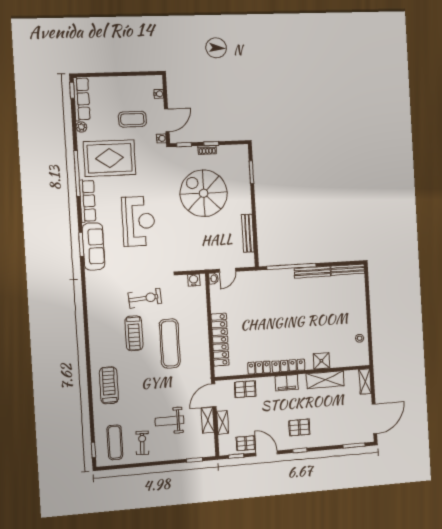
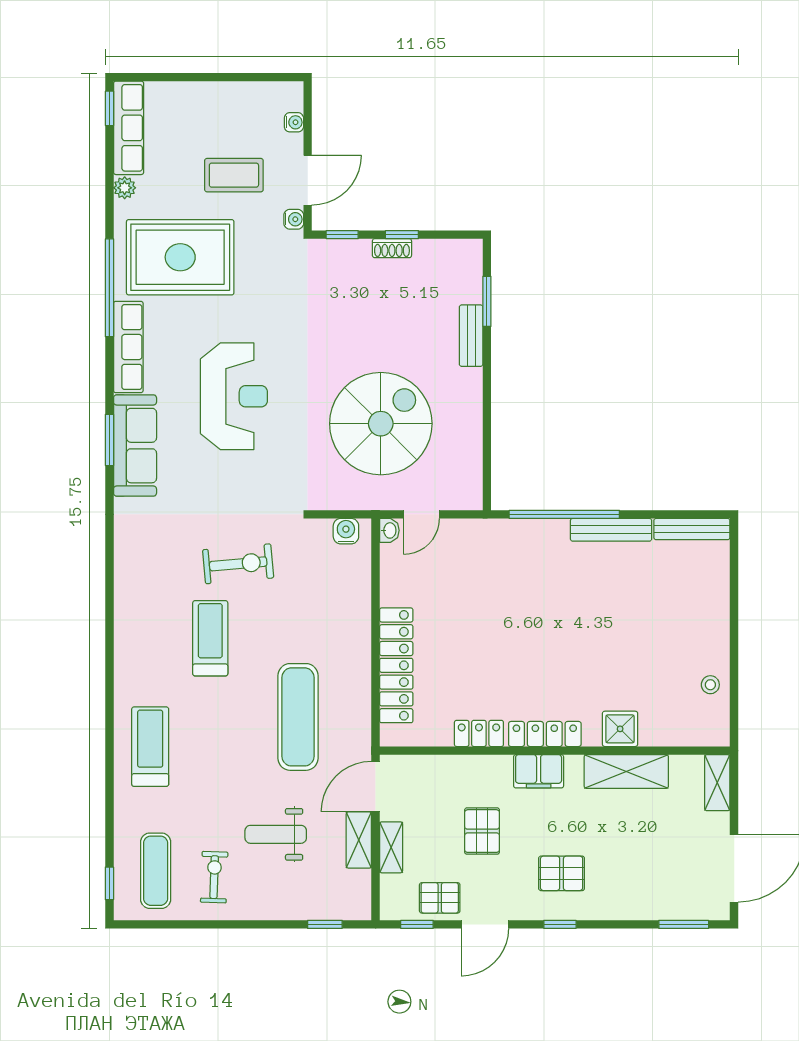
spiral stairs: (204, 193) -> (381, 424), moved, turned 90
bench: (248, 233) -> (471, 336), moved, width x0.73
treadmill: (134, 333) -> (210, 638), turned 180
exercise mat: (170, 343) -> (298, 717), moved
pallet: (245, 389) -> (482, 831), moved, turned 90
door: (267, 453) -> (485, 924), swing flipped

